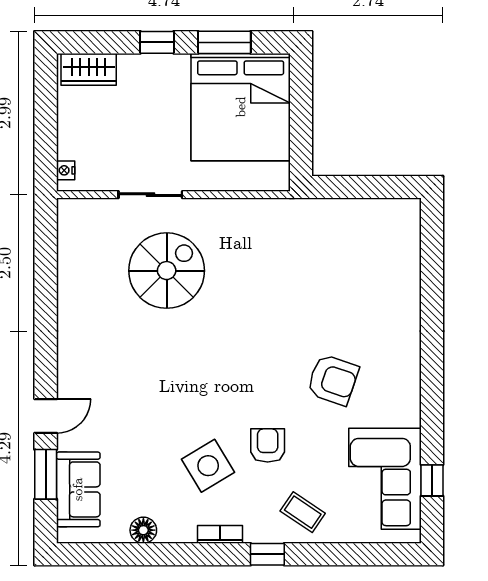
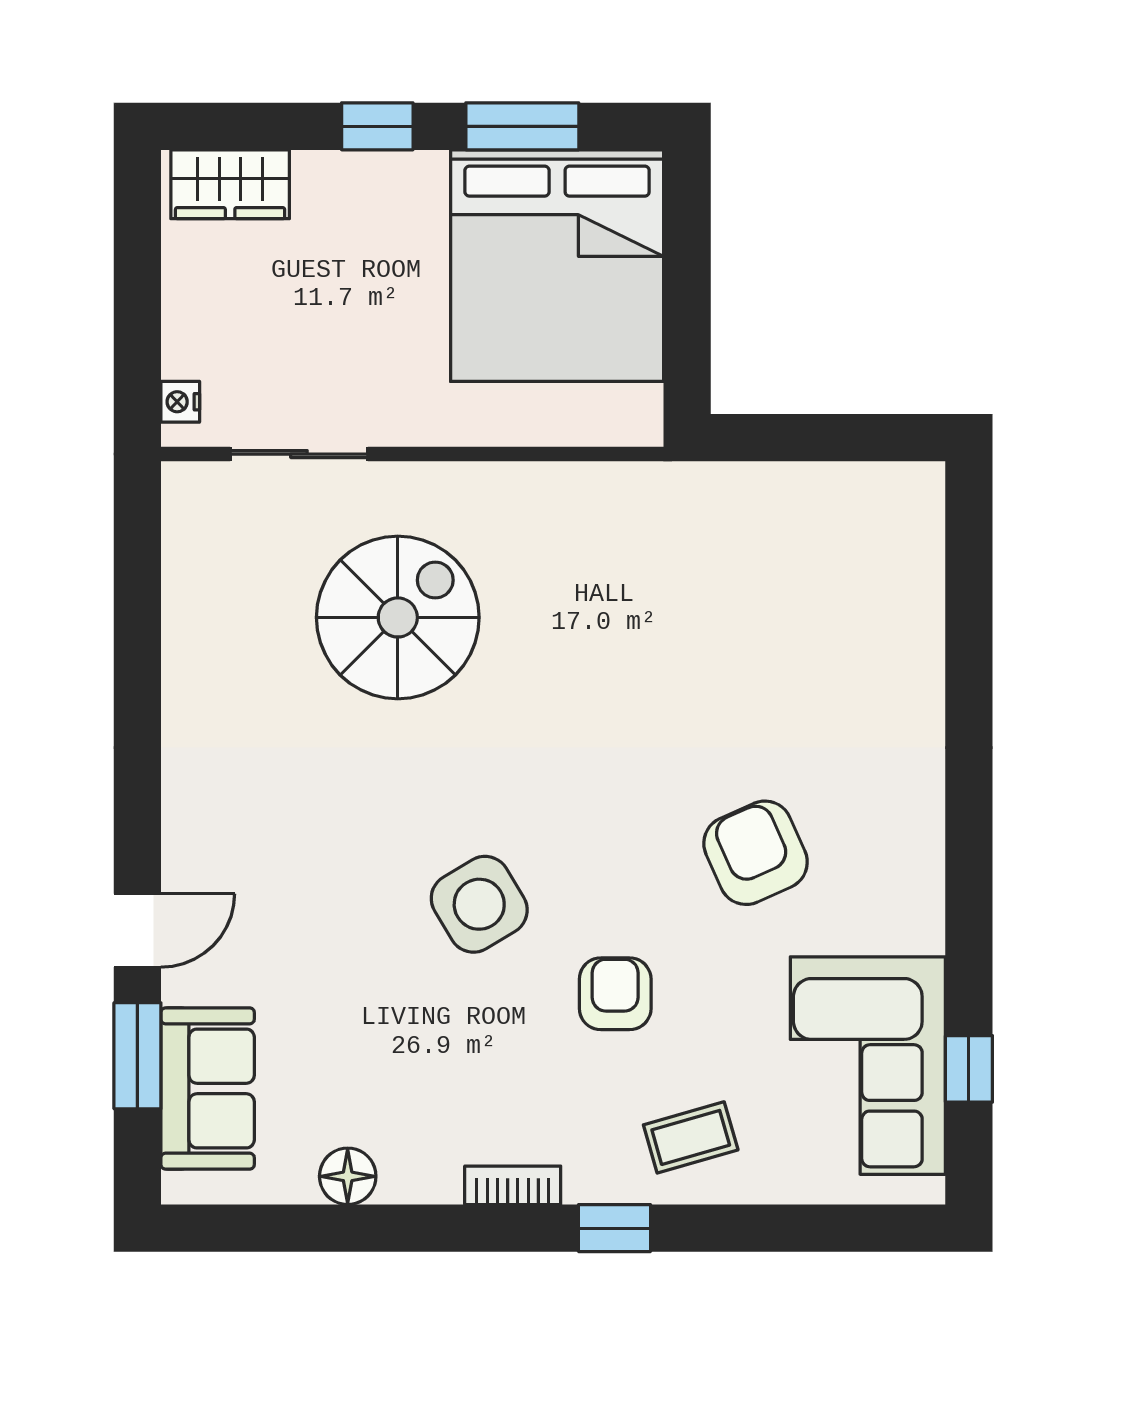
sliding door: (150, 195) -> (299, 454), moved
armchair: (333, 380) -> (756, 853), turned -133
side table: (208, 466) -> (479, 904), moved
coffee table: (303, 512) -> (691, 1137), turned -50

